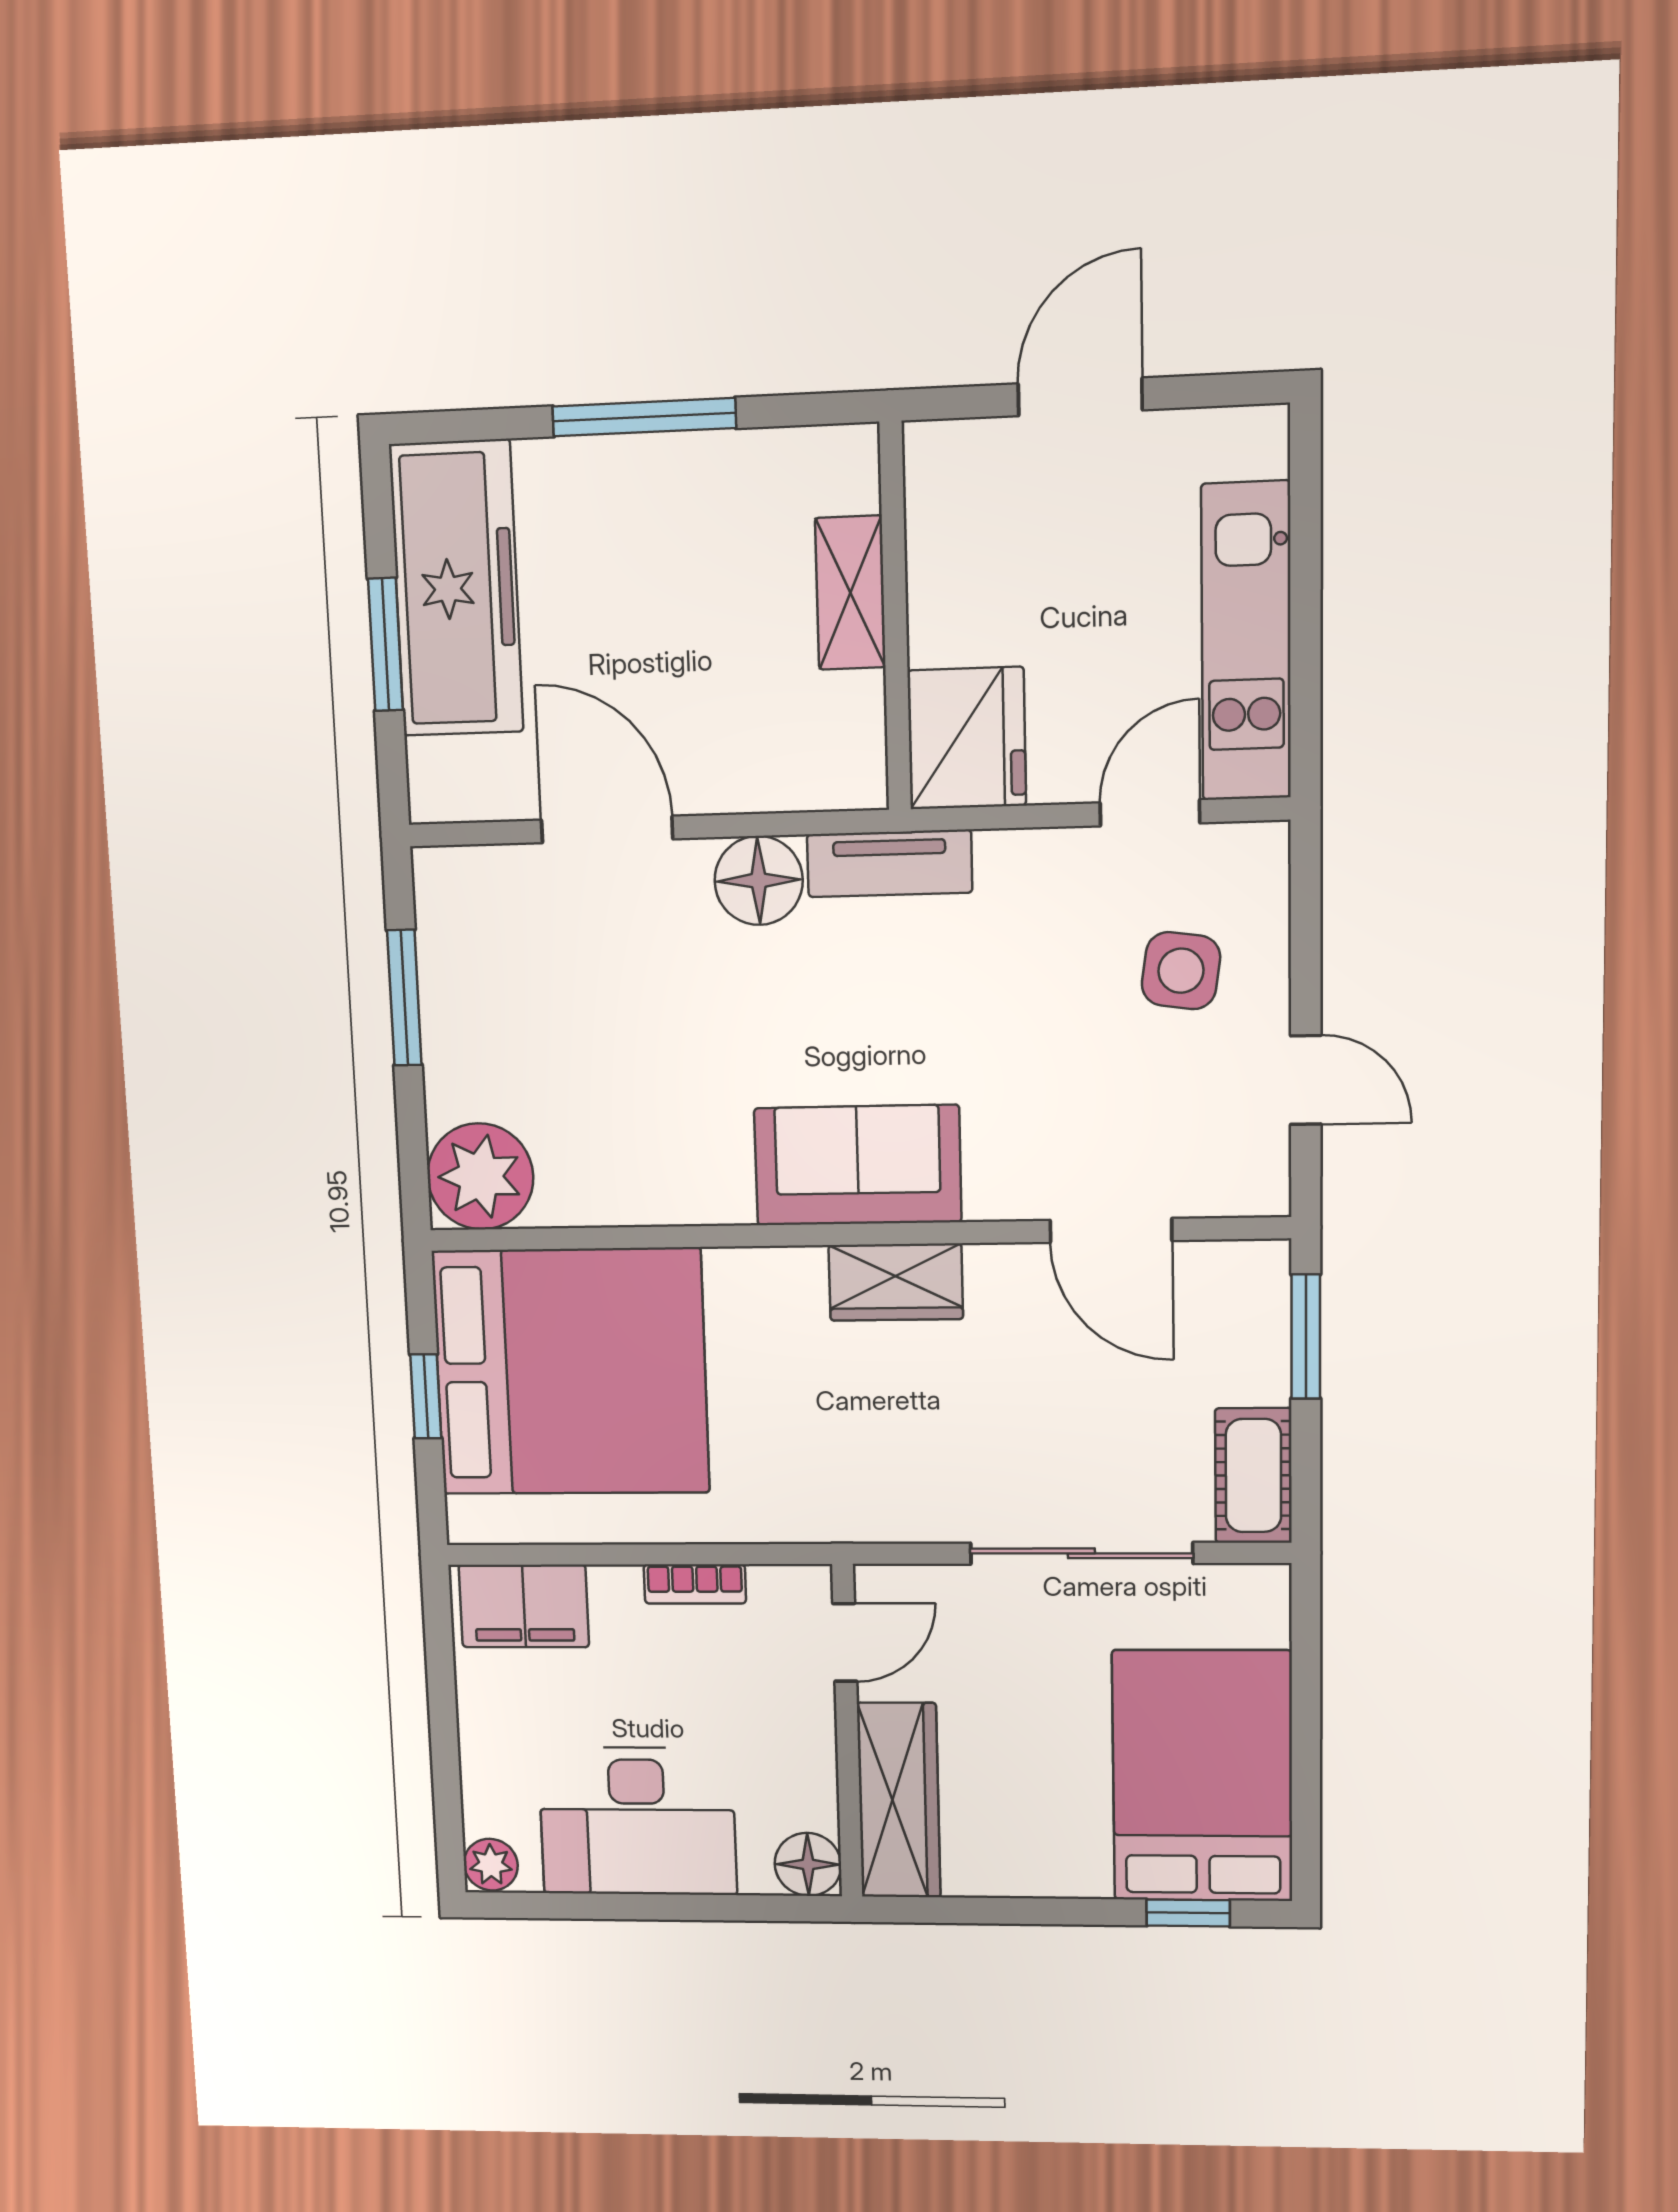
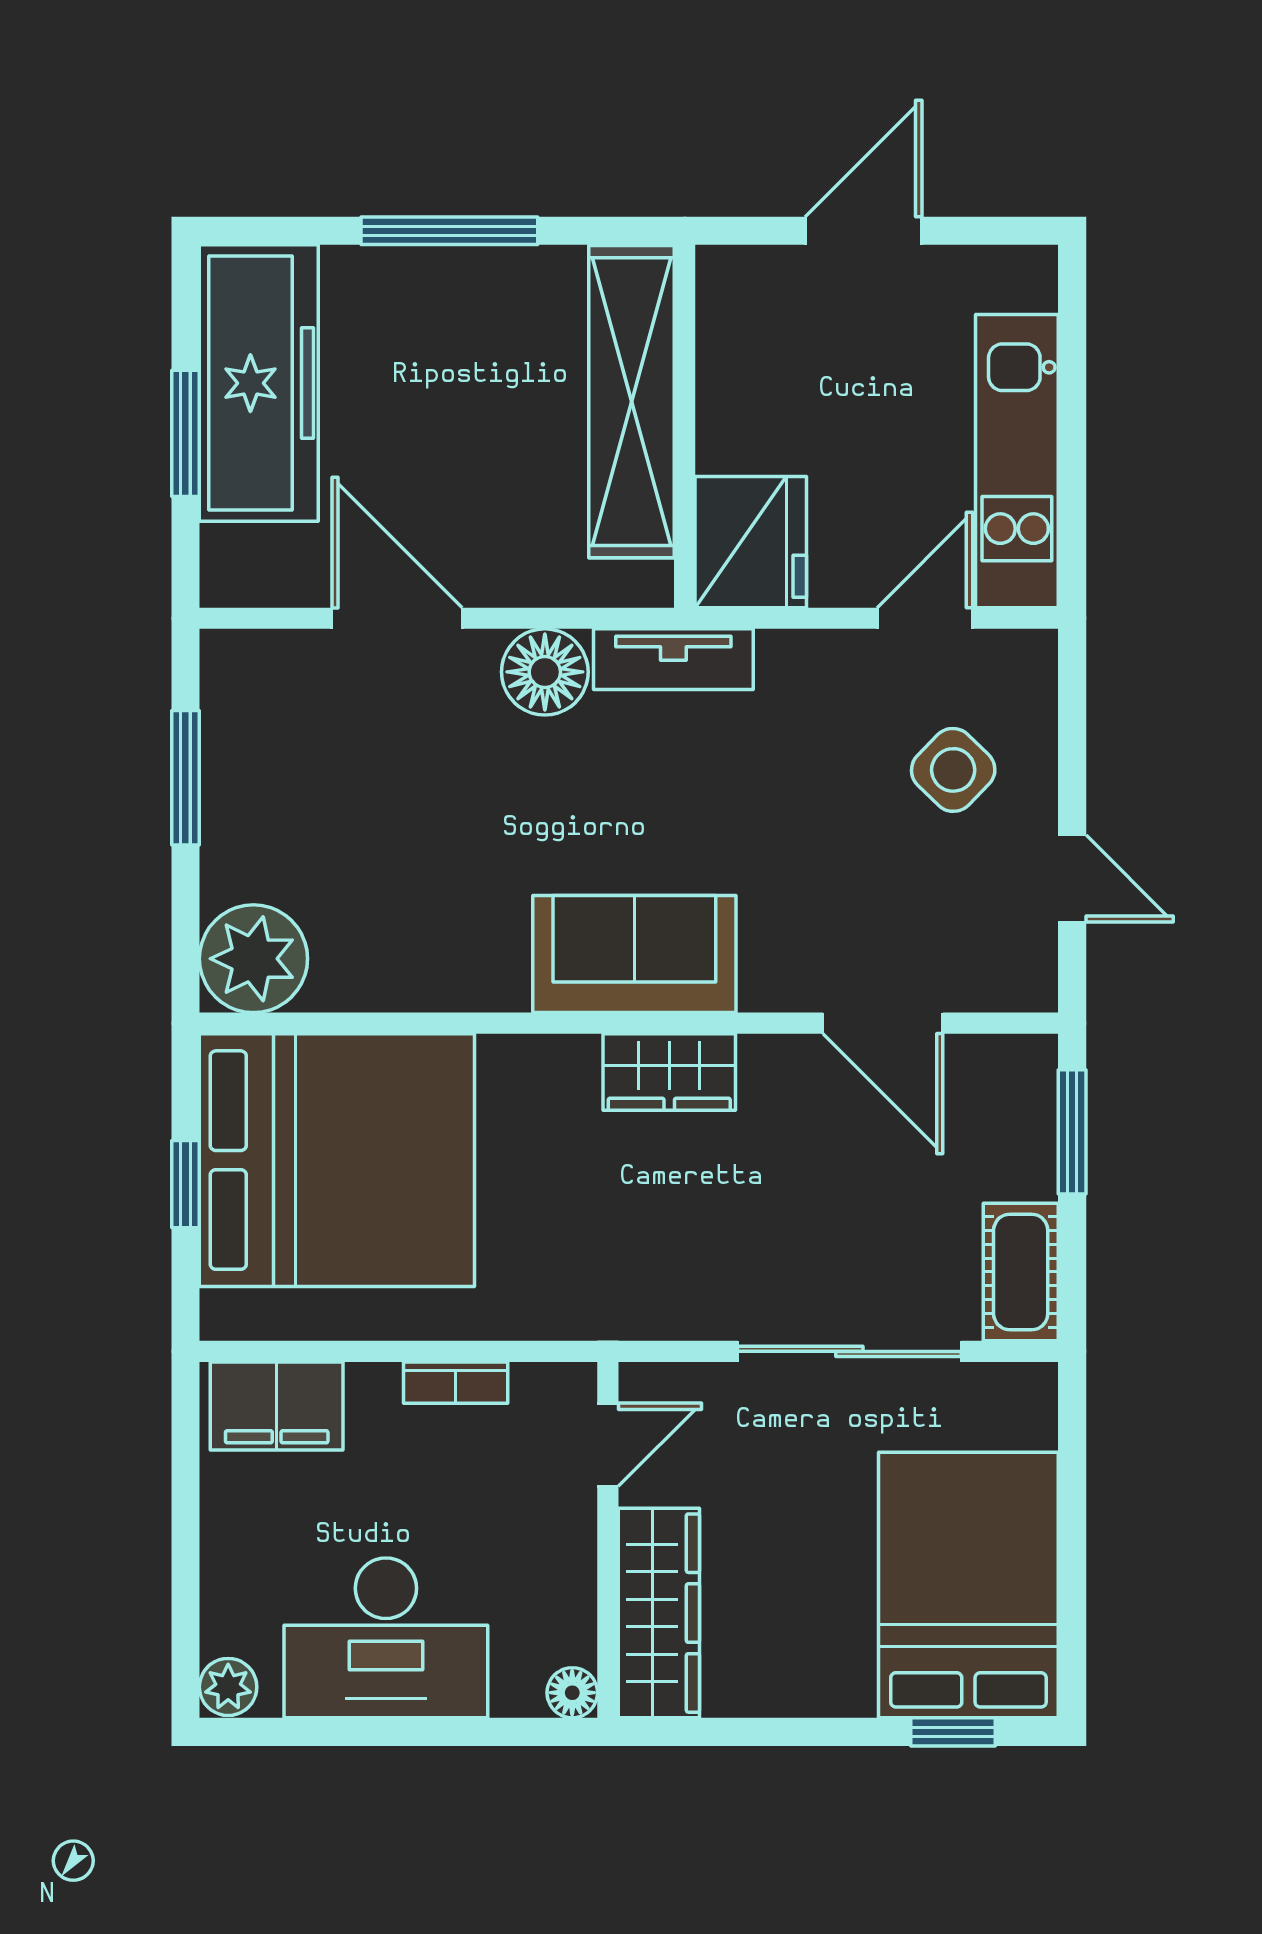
shelving: (850, 593) -> (632, 402), width x2.20, depth x1.33
side table: (1181, 971) -> (953, 770), turned 36
floor lamp: (808, 1864) -> (572, 1693), width x0.73, depth x0.73

